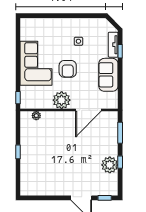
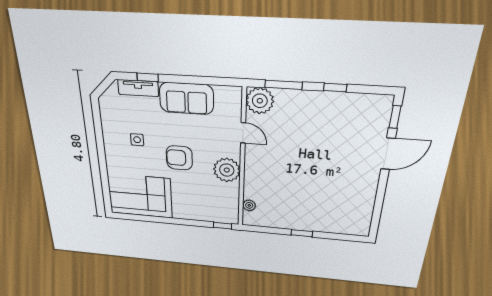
corner sofa: (36, 63) -> (140, 196), moved
armchair: (68, 69) -> (179, 158), turned 180
door: (88, 110) -> (243, 133), width x0.53
plant: (110, 165) -> (260, 101), moved

